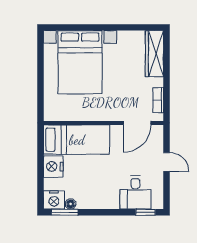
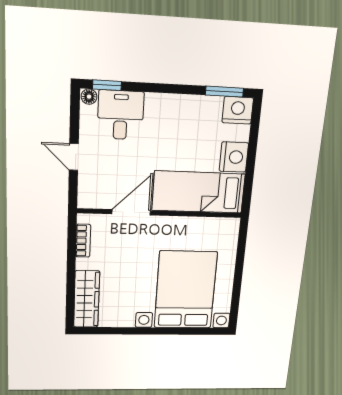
door: (137, 123) -> (131, 212), moved
floor lamp: (71, 204) -> (89, 97), moved

